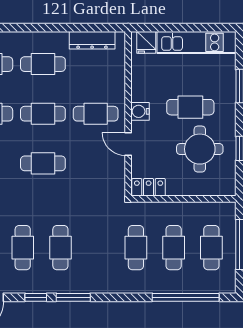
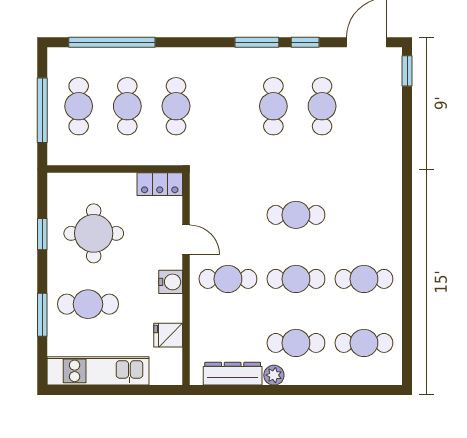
plant: (60, 39) -> (274, 375), added
fridge: (146, 42) -> (168, 335), moved, turned -90
cafe table: (190, 107) -> (88, 304), moved

